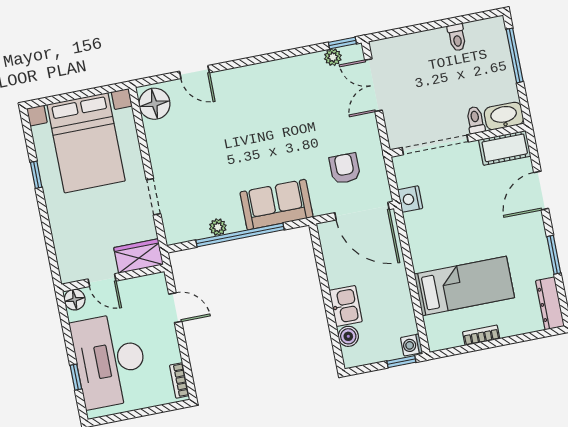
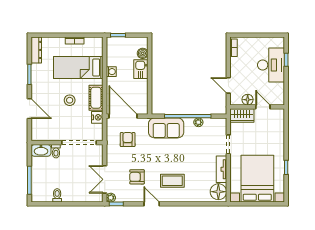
plant: (333, 57) -> (111, 198), moved
door: (194, 72) -> (152, 204), moved
double door: (374, 85) -> (105, 179), swing flipped
armchair: (313, 102) -> (137, 177), added
coffee table: (245, 107) -> (172, 181), added
tv unit: (157, 147) -> (221, 169), added
cot: (505, 148) -> (96, 98), moved, turned 90
armchair: (345, 168) -> (128, 140), turned 180
door: (541, 190) -> (29, 109), hinge flipped
stool: (468, 221) -> (70, 100), added
floor lamp: (75, 300) -> (248, 100), moved
washing machine: (411, 345) -> (111, 72), moved
desk: (110, 360) -> (271, 65), width x0.73, depth x0.77

